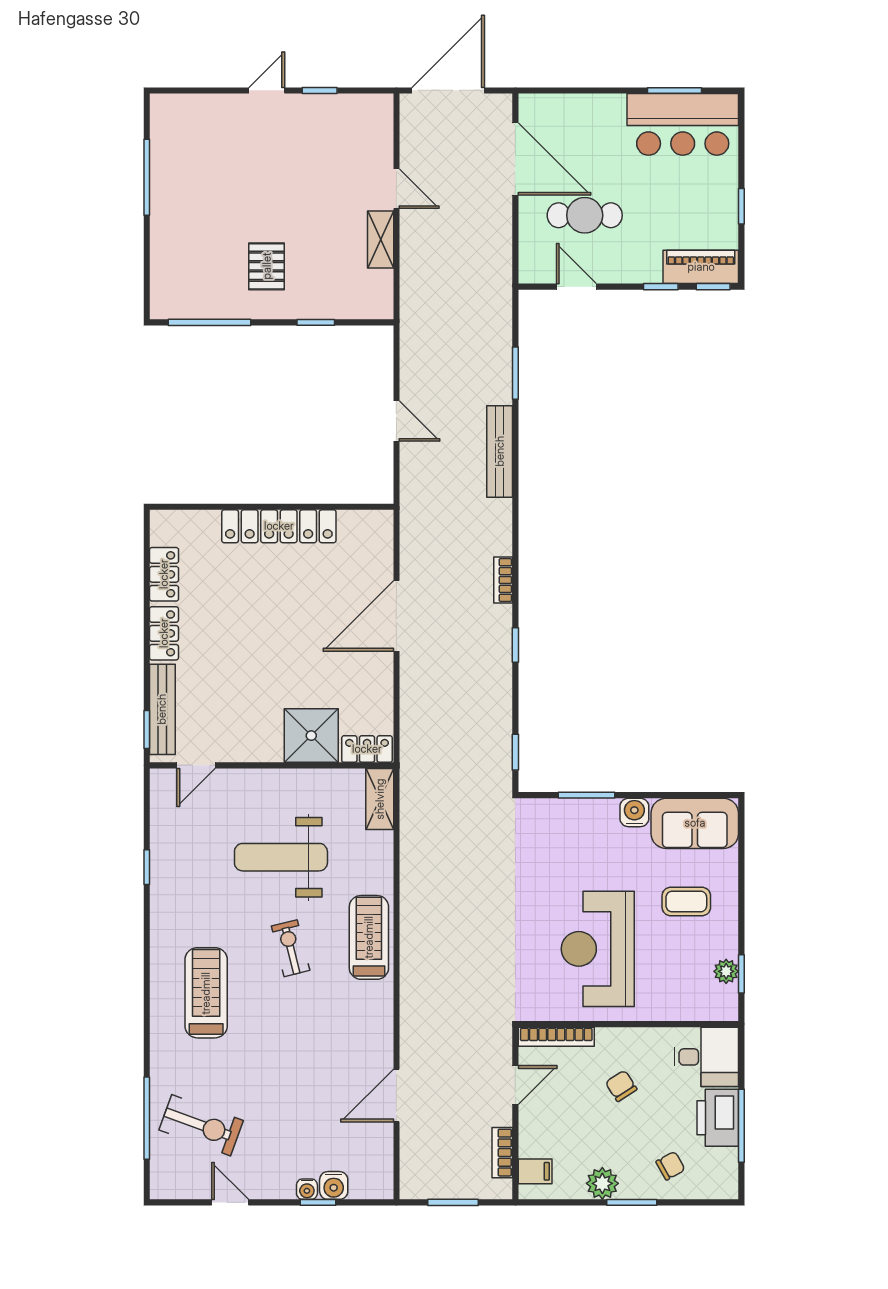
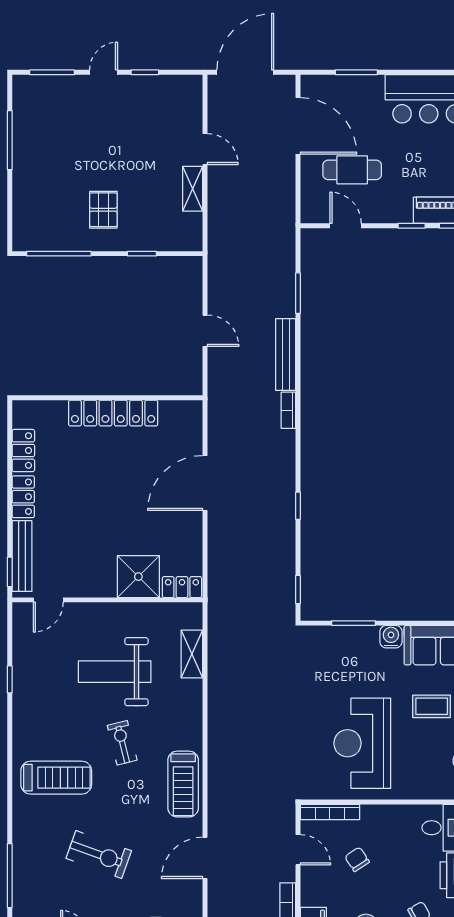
window: (201, 90) -> (52, 72), added
window: (675, 90) -> (356, 72), moved
bookcase: (503, 580) -> (288, 410), moved
shelving: (380, 799) -> (192, 654), moved
treadmill: (369, 937) -> (183, 784), moved, turned 180
treadmill: (206, 993) -> (56, 778), turned 90
door: (515, 1085) -> (298, 850), hinge flipped
chair: (621, 1086) -> (357, 859), moved
exercise bike: (201, 1125) -> (99, 855), moved

